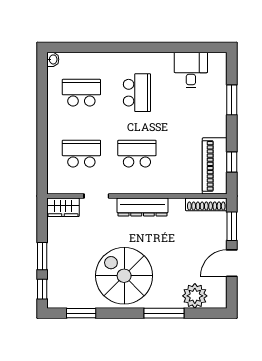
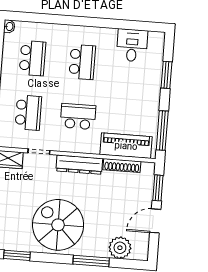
school desk: (81, 93) -> (32, 58), turned 90
school desk: (81, 154) -> (28, 113), turned 90
window: (232, 162) -> (162, 131), width x2.17
piano: (215, 166) -> (126, 146), moved, turned 90
shoe rack: (206, 204) -> (122, 166), moved

